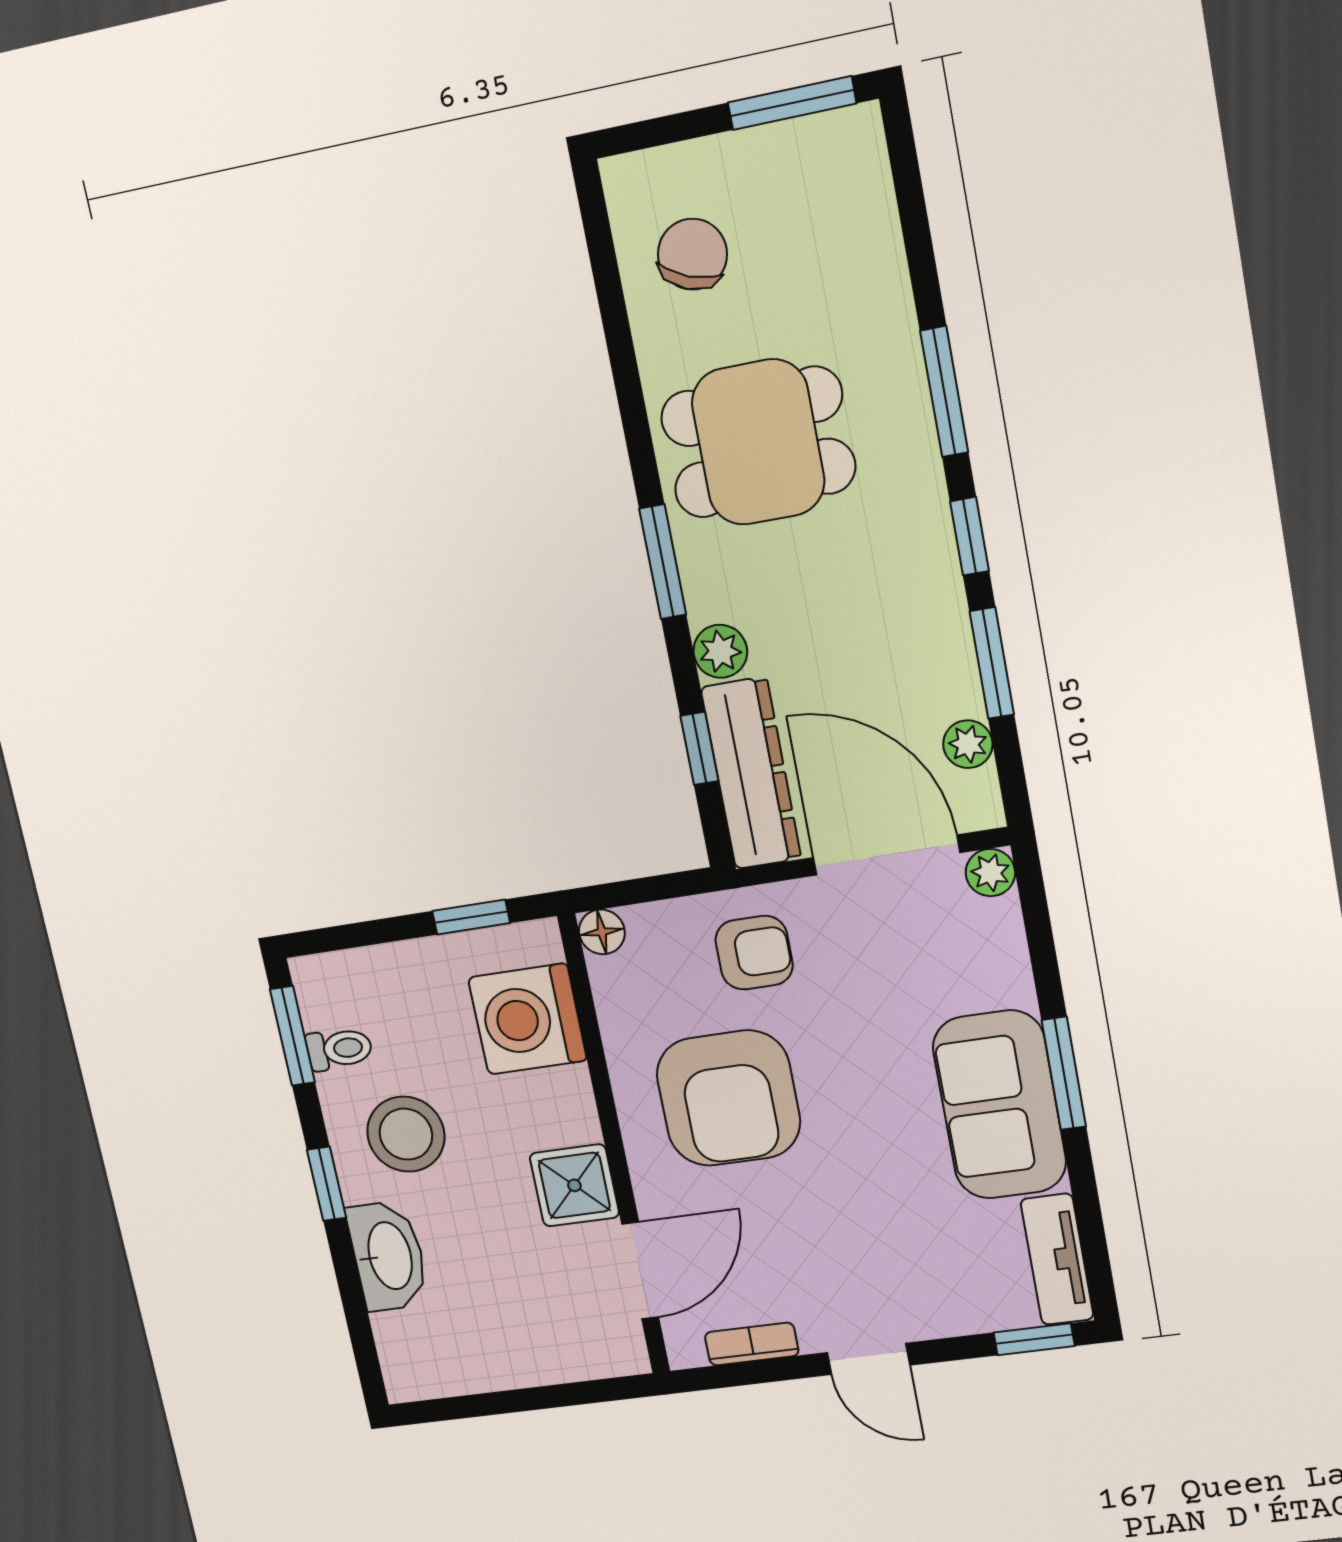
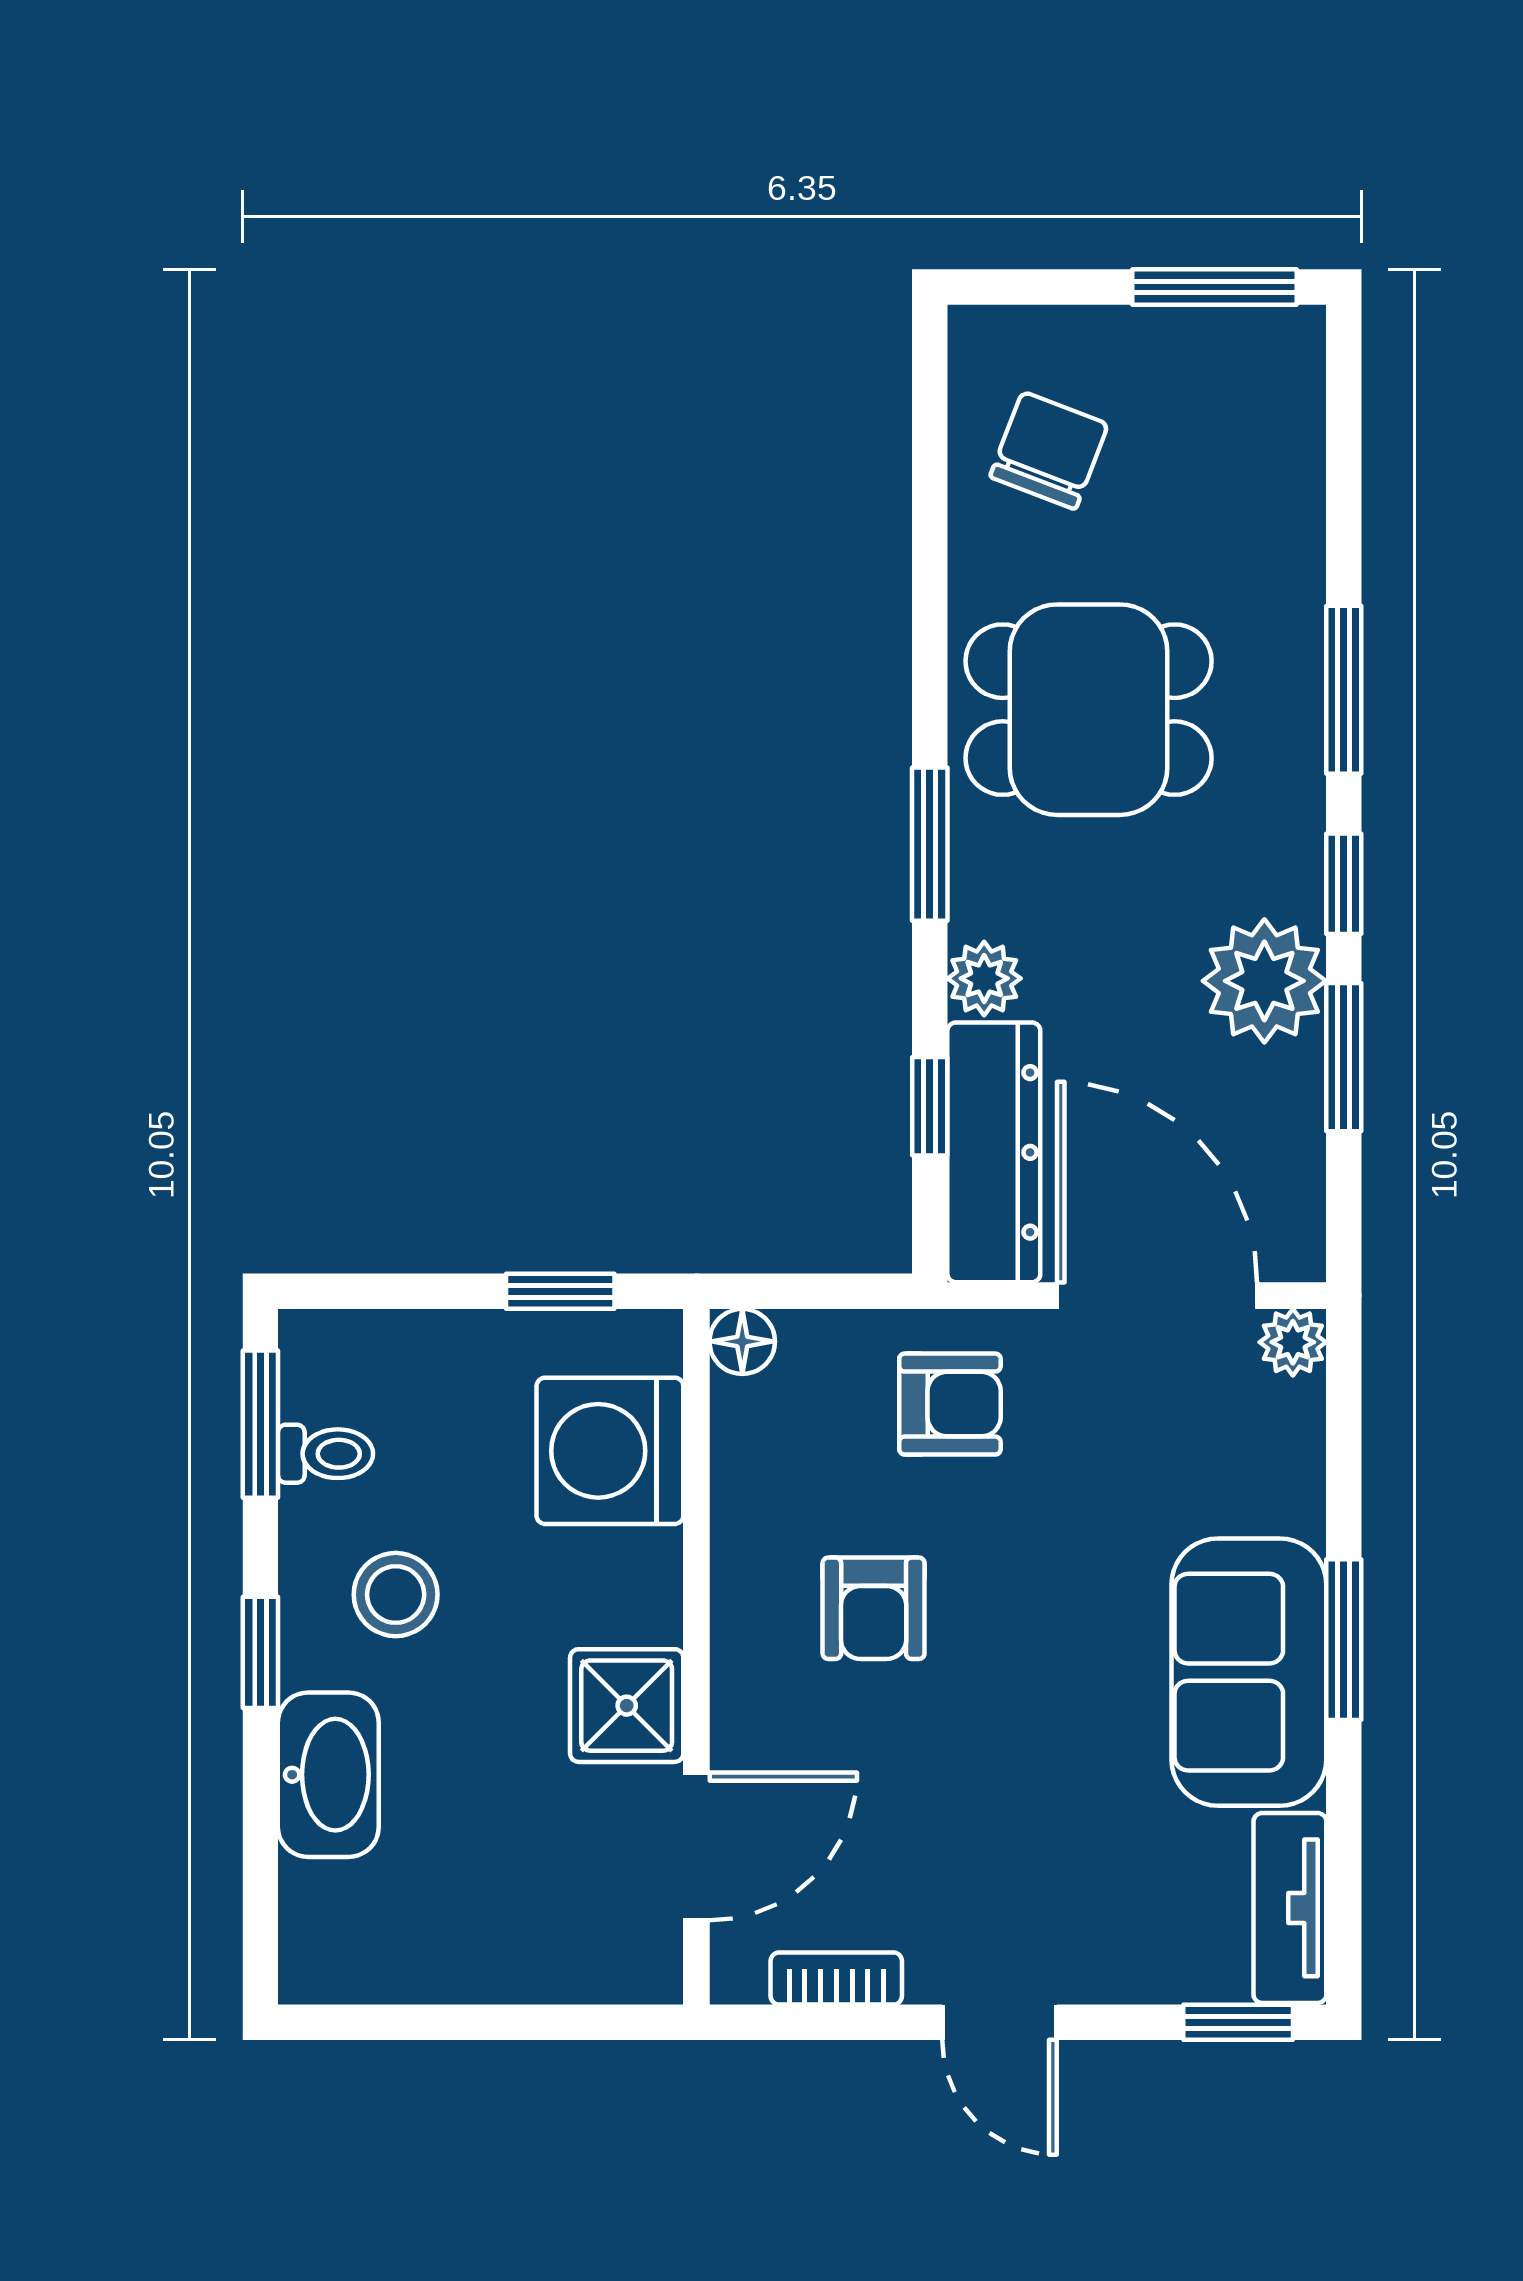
plant: (968, 744) -> (1264, 981), moved, width x1.88, depth x1.88
armchair: (728, 1098) -> (874, 1608), width x0.53, depth x0.53
stool: (406, 1134) -> (396, 1595), width x0.73, depth x0.73

